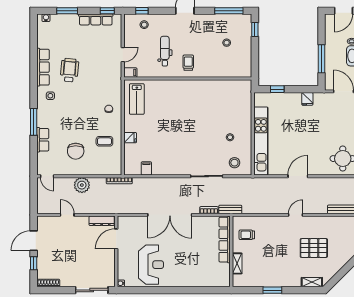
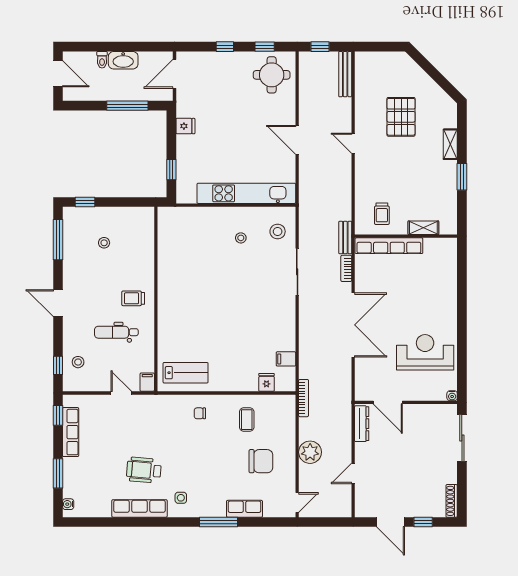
fridge: (130, 138) -> (267, 382), moved
shelving: (312, 282) -> (450, 144), moved

